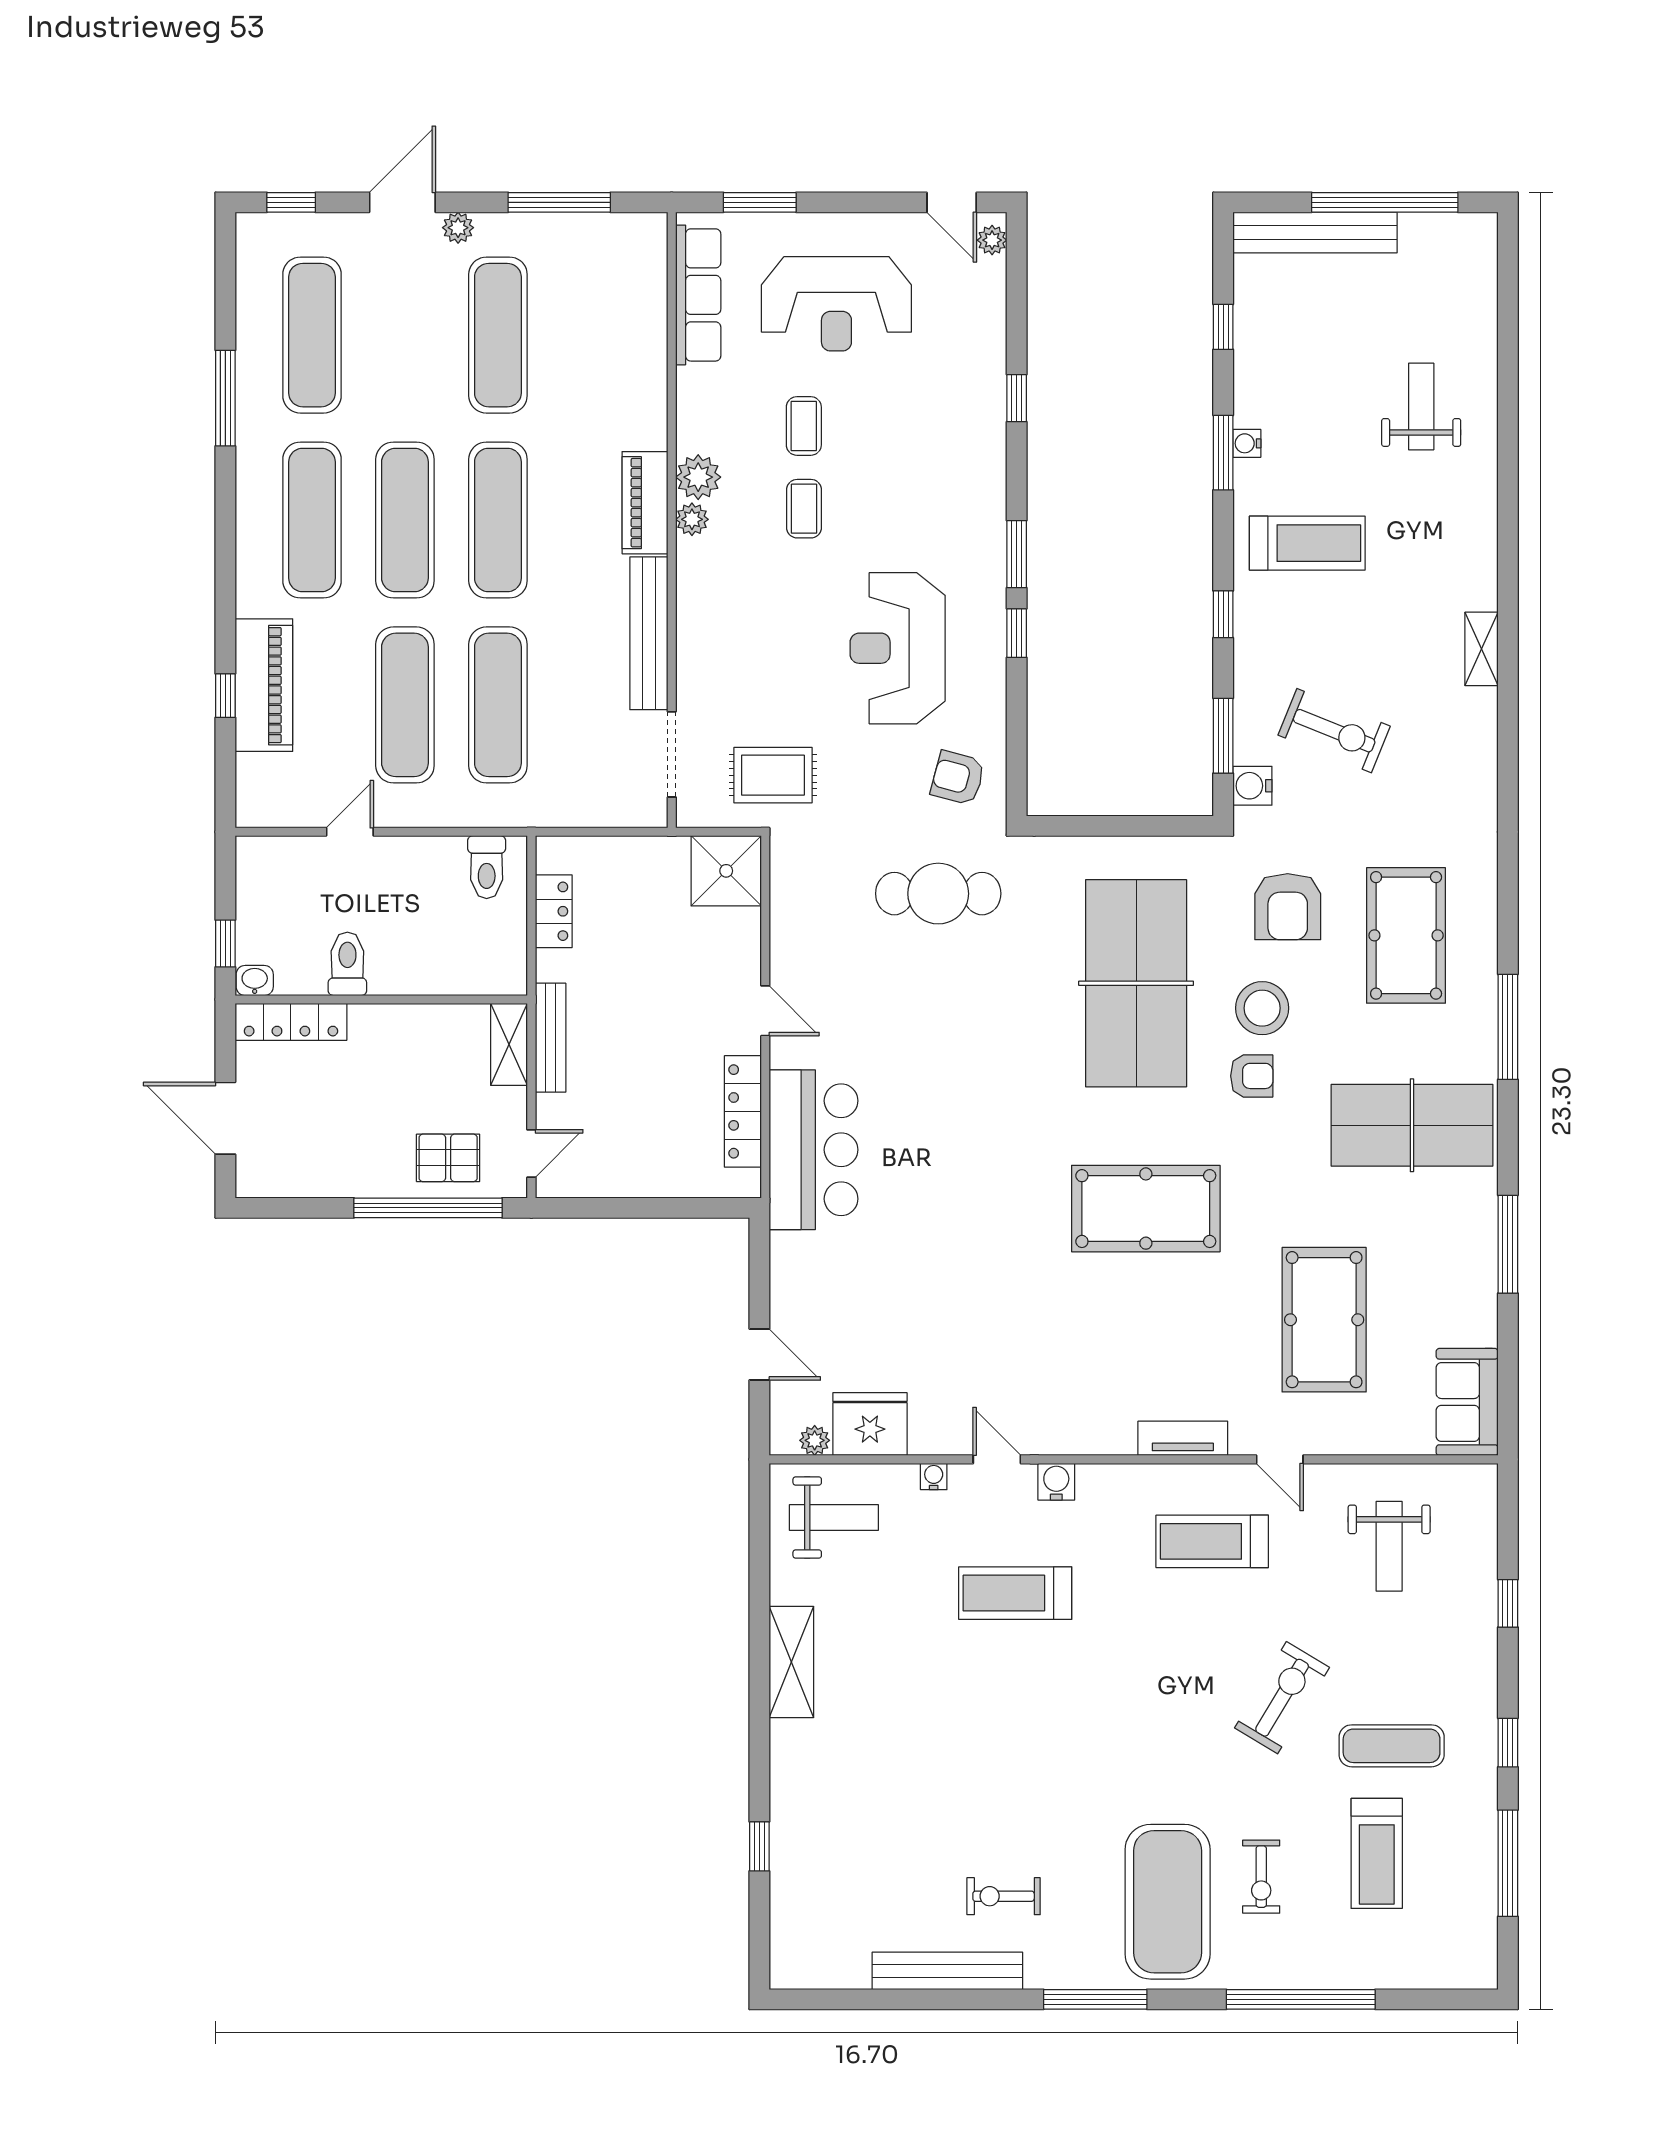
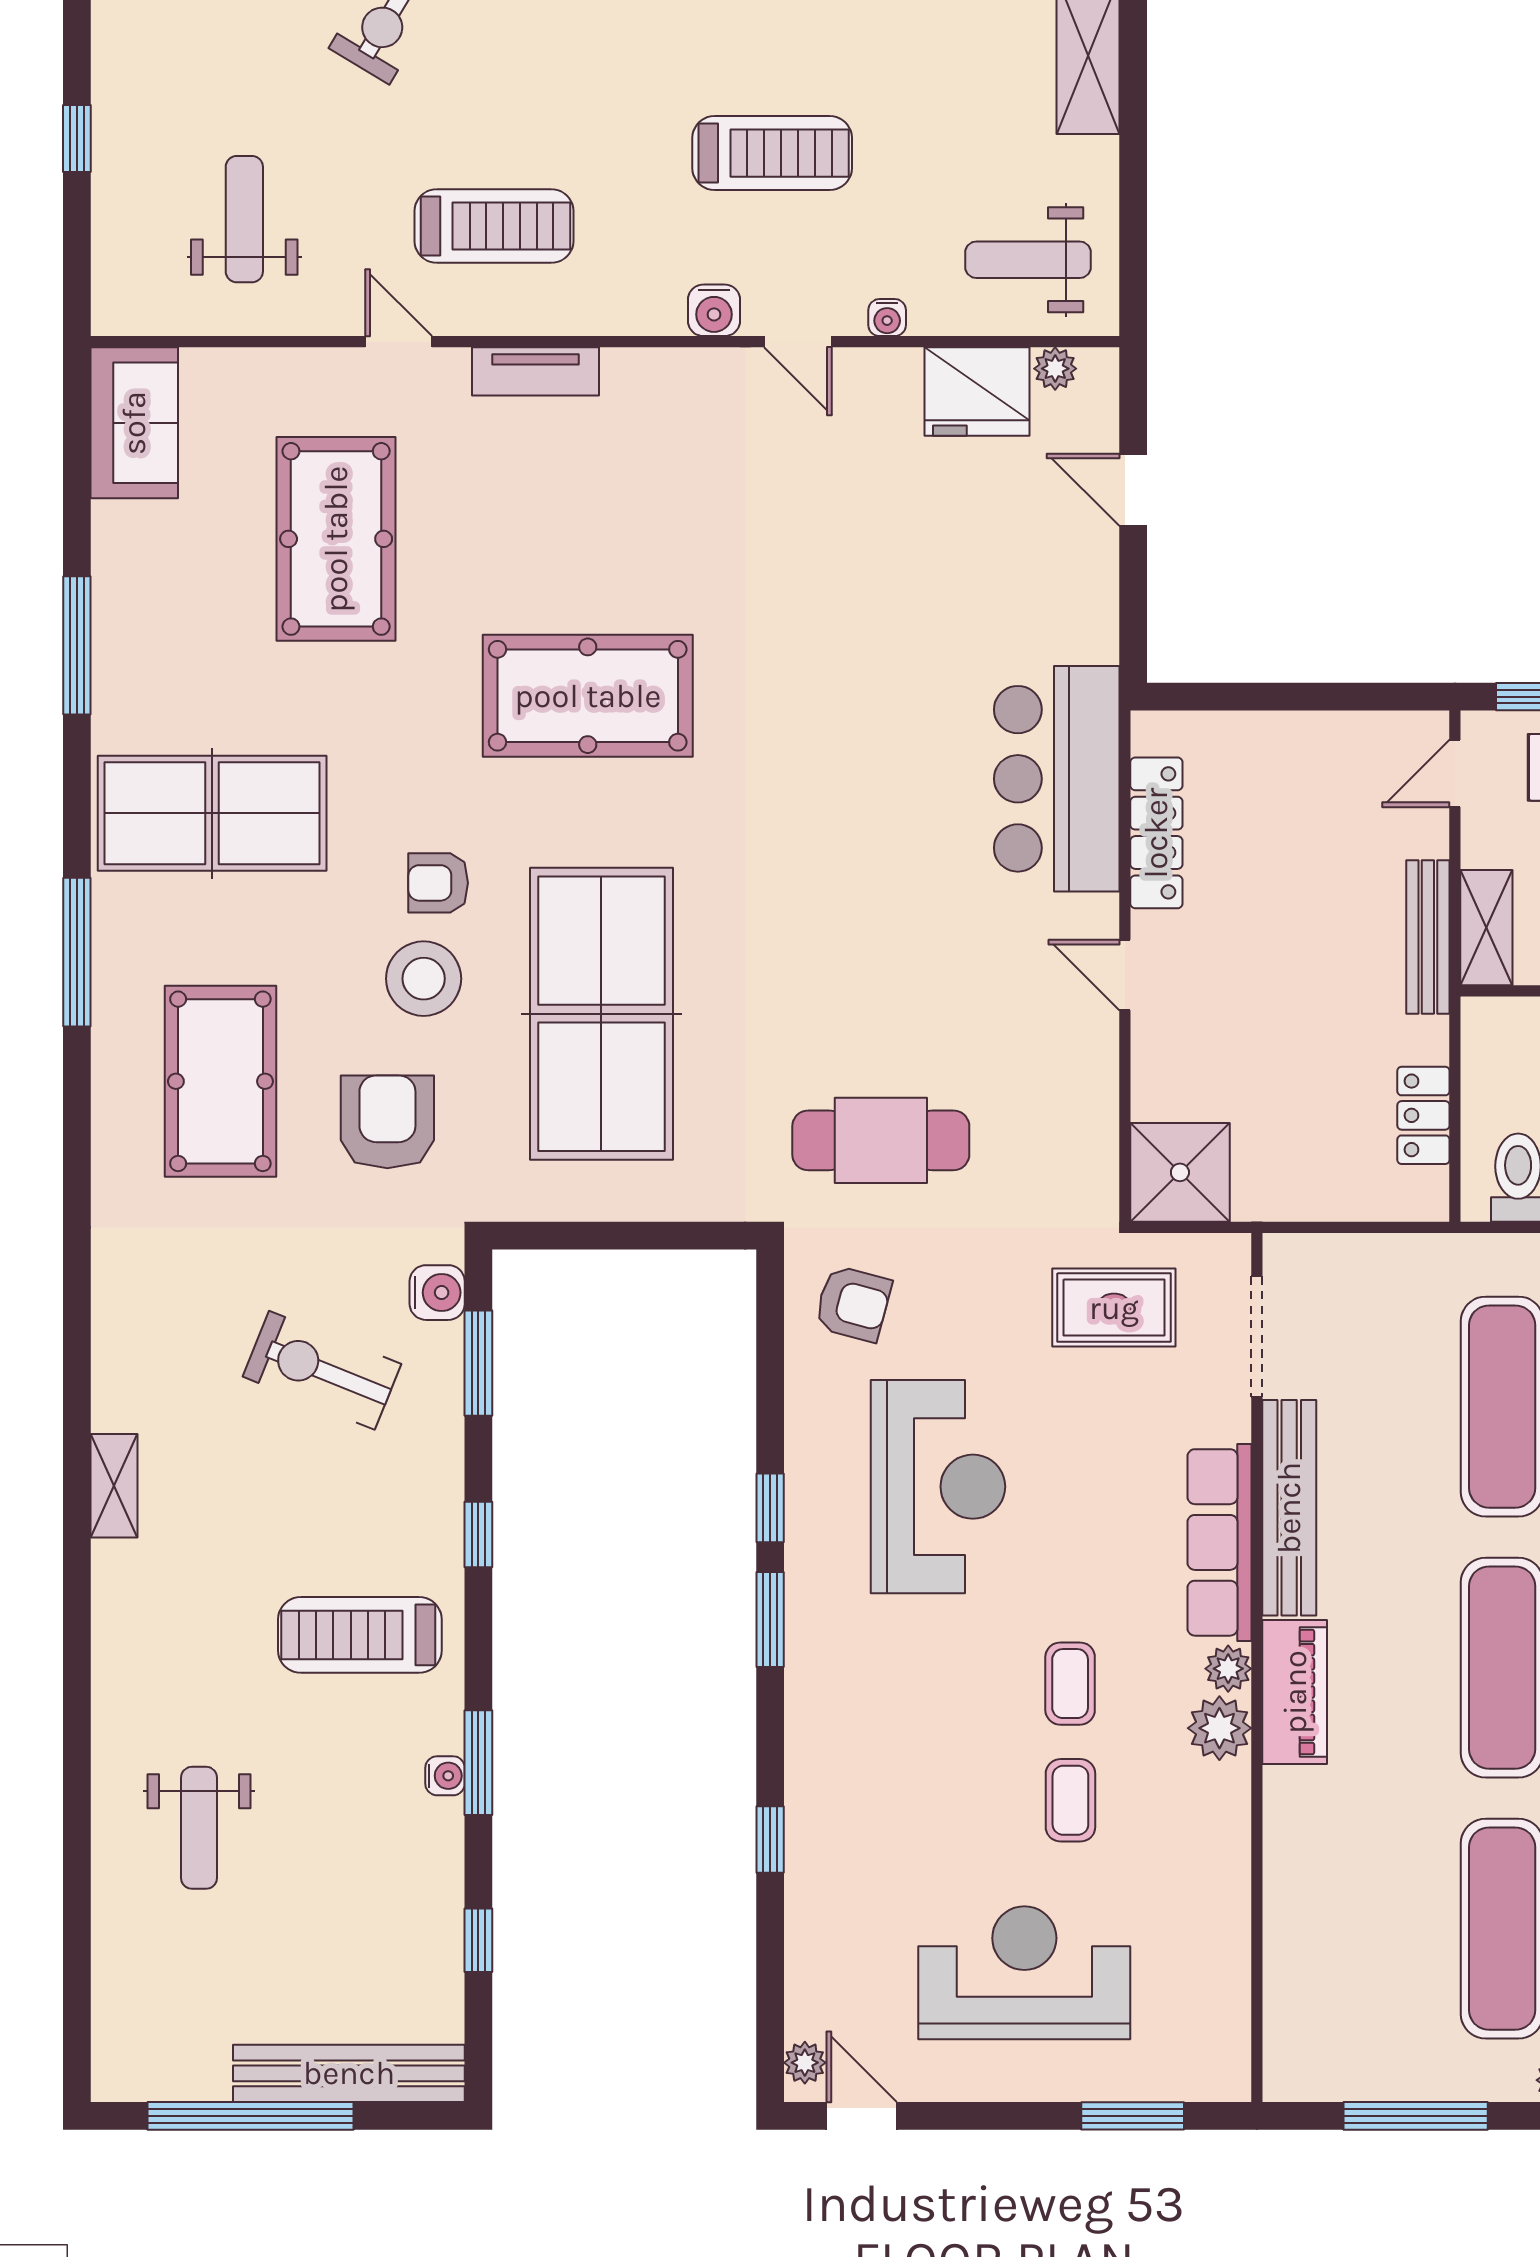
row of seats: (698, 295) -> (1219, 1542), moved

